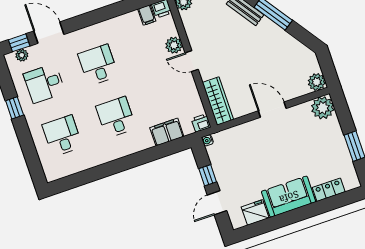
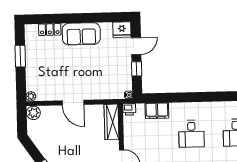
plant: (323, 108) -> (31, 96), width x0.53, depth x0.53
fridge: (255, 212) -> (122, 30), moved

